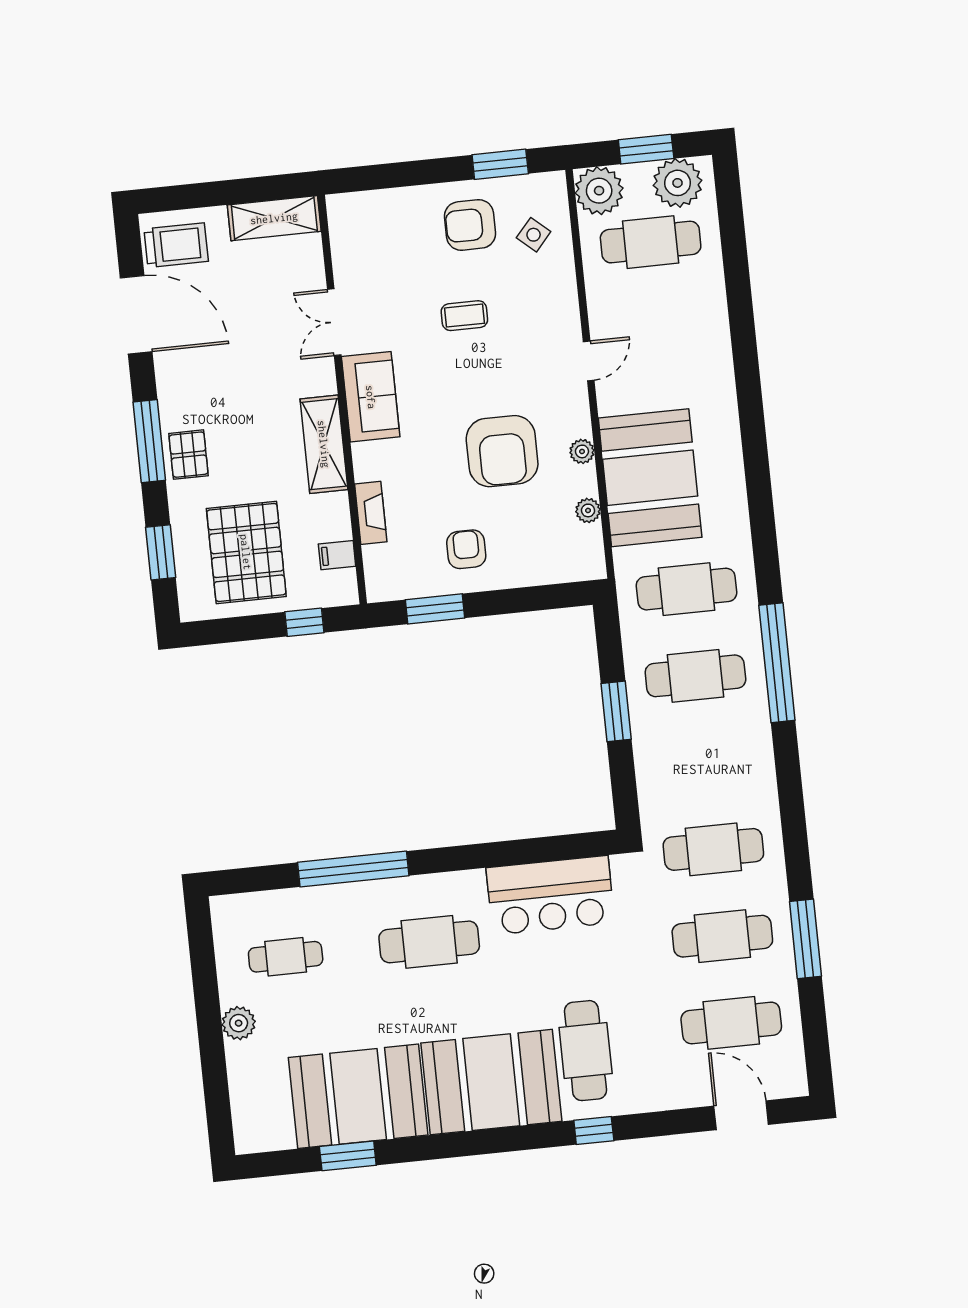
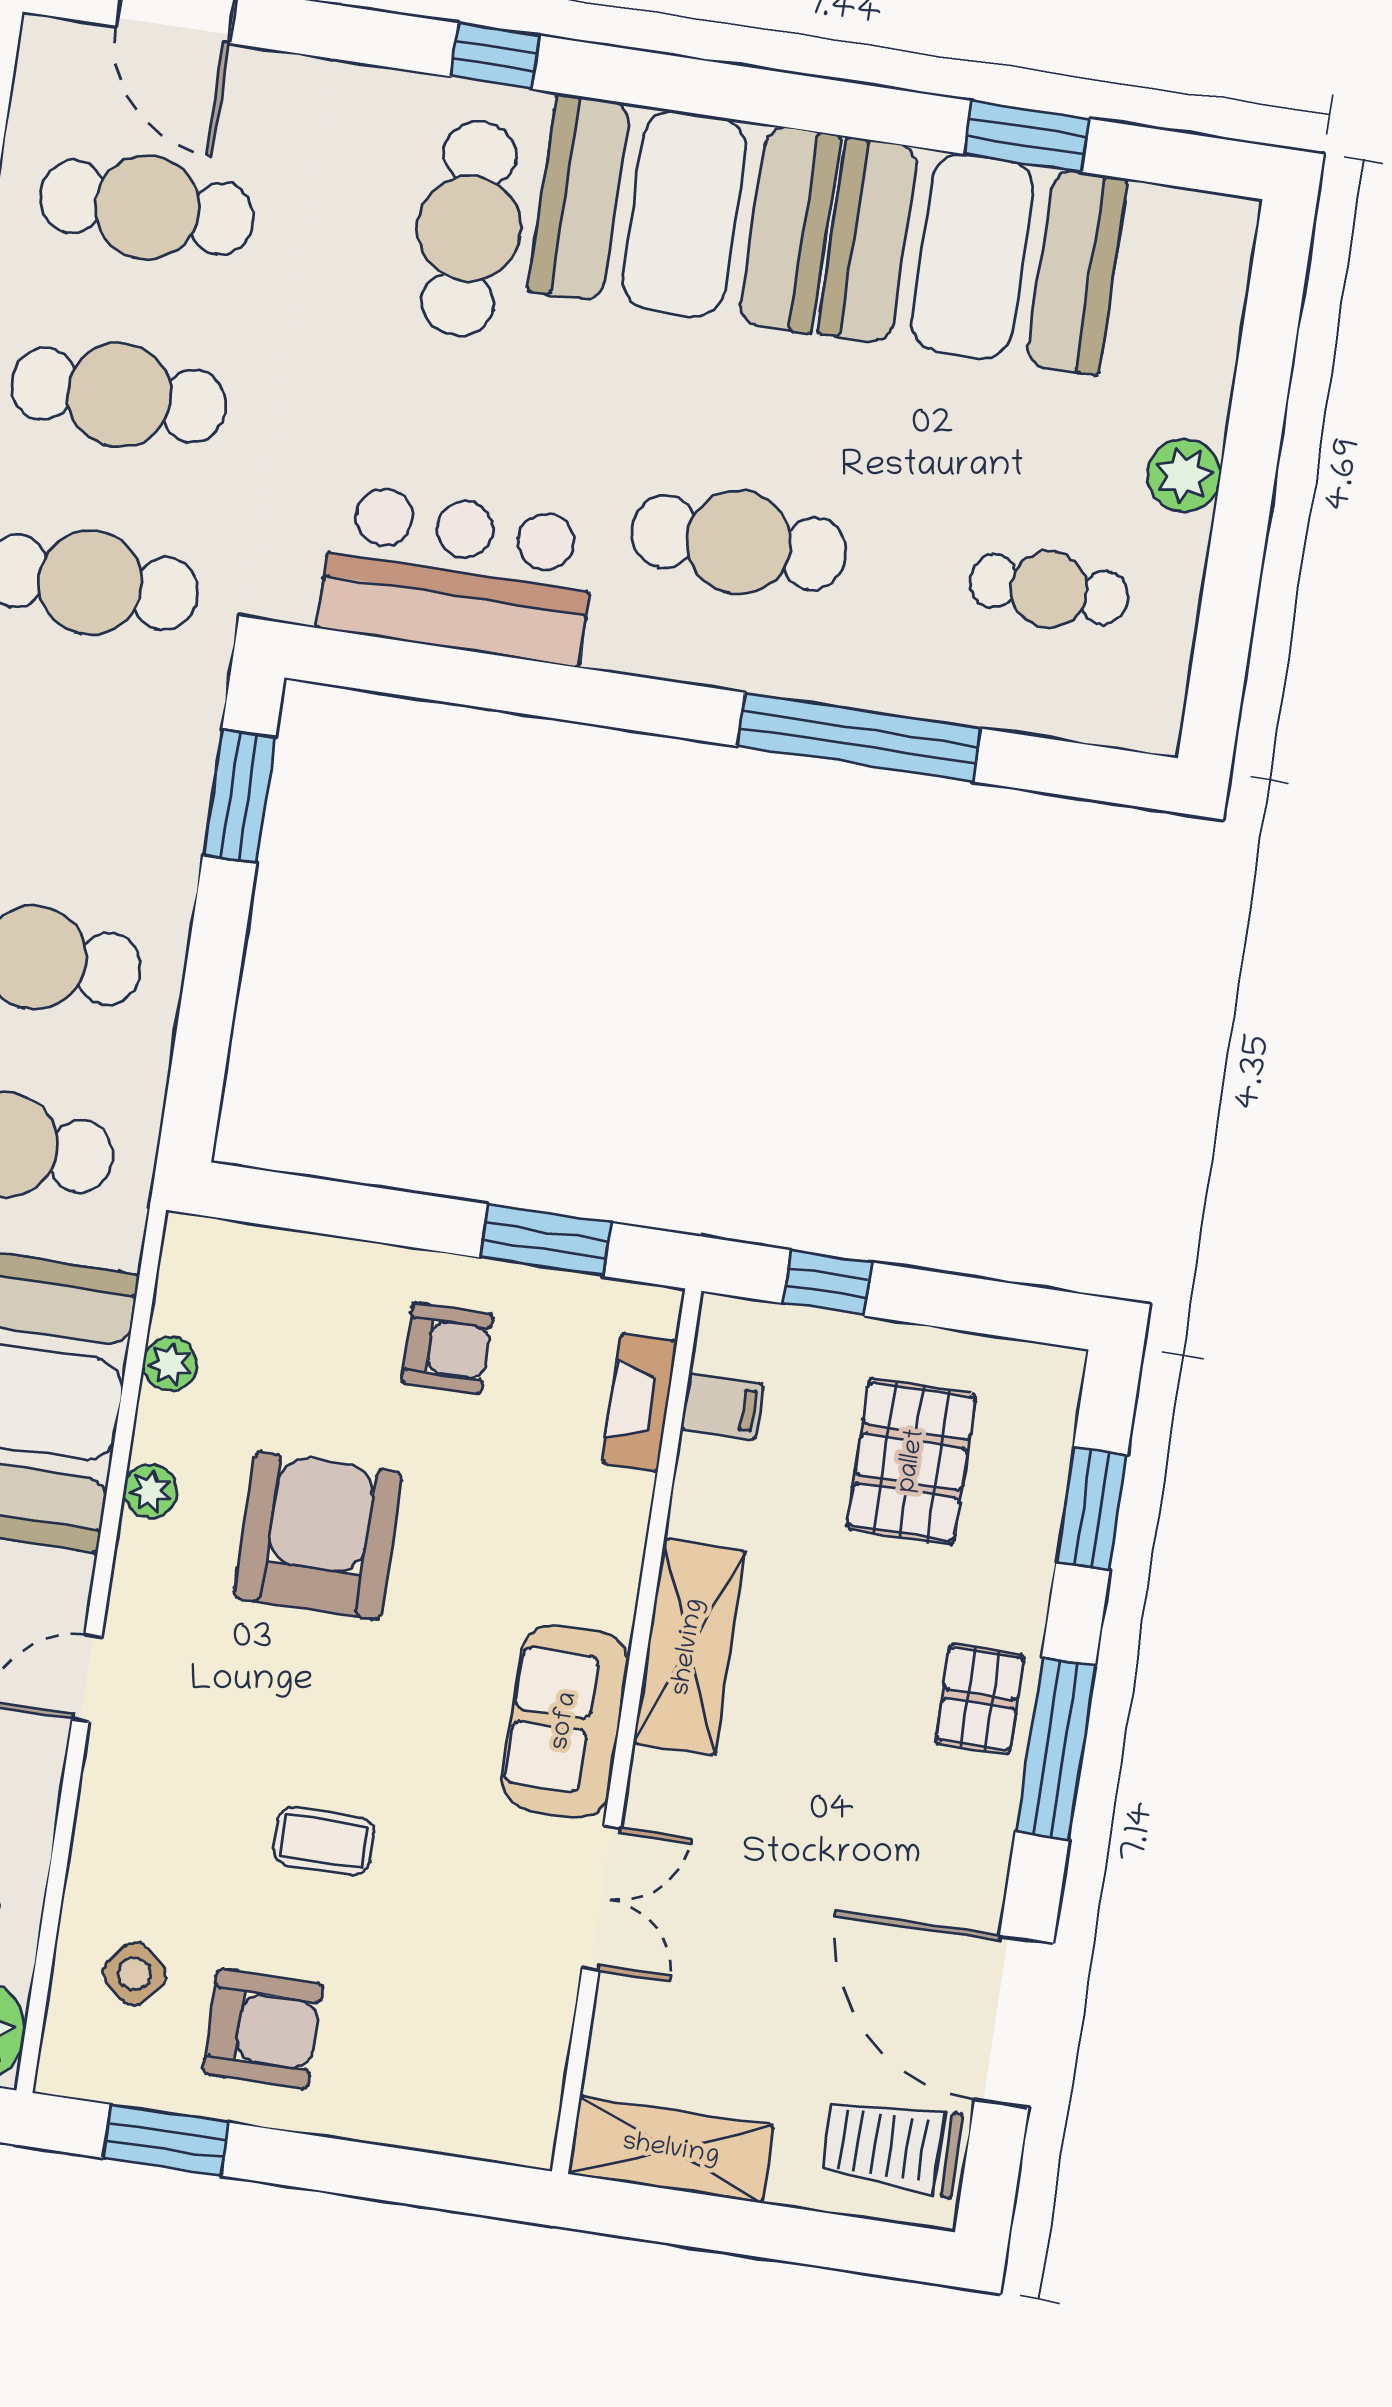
fireplace: (371, 513) -> (640, 1402), moved
armchair: (466, 549) -> (447, 1348), turned -90
pallet: (246, 552) -> (912, 1461), width x0.73, depth x0.71
window: (616, 711) -> (239, 796), moved

